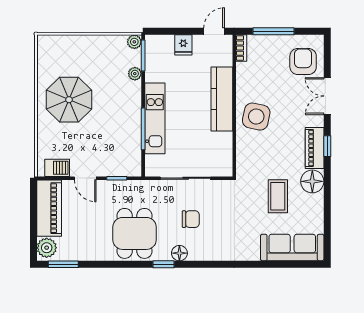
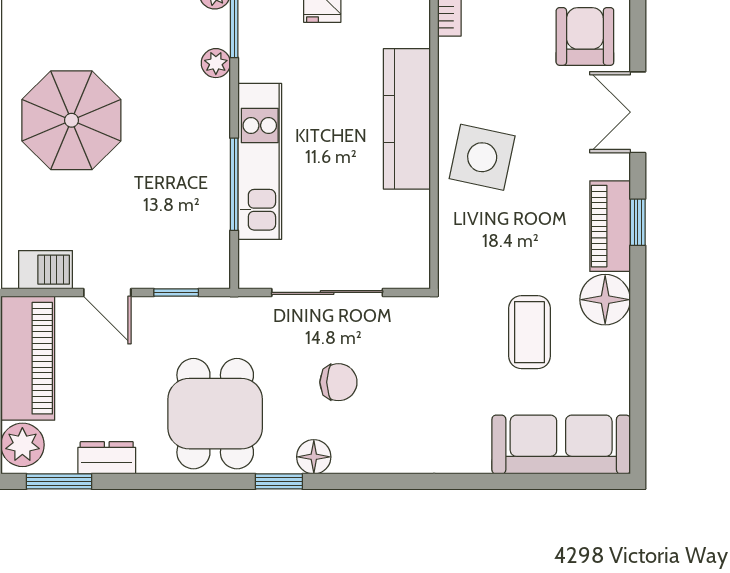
dresser: (85, 254) -> (107, 458), added

